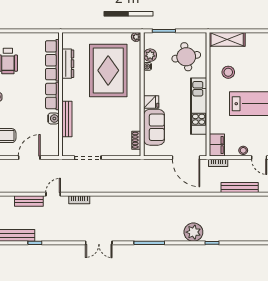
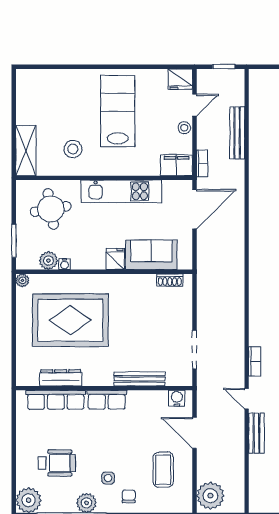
water cooler: (53, 118) -> (177, 398), moved

